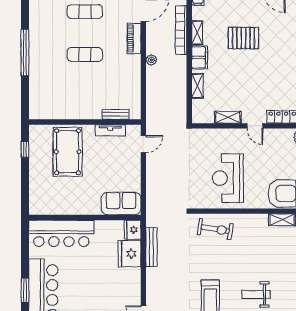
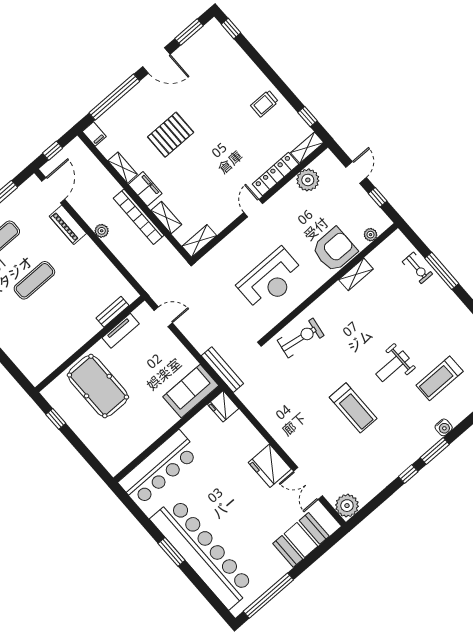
bookcase: (181, 30) -> (139, 217), moved
shelving: (228, 117) -> (199, 241), moved
door: (255, 126) -> (253, 208), swing flipped
door: (143, 144) -> (163, 317), hinge flipped
reception desk: (228, 178) -> (271, 280), turned -90
bench: (151, 247) -> (222, 370), moved
fridge: (130, 254) -> (270, 466), moved

